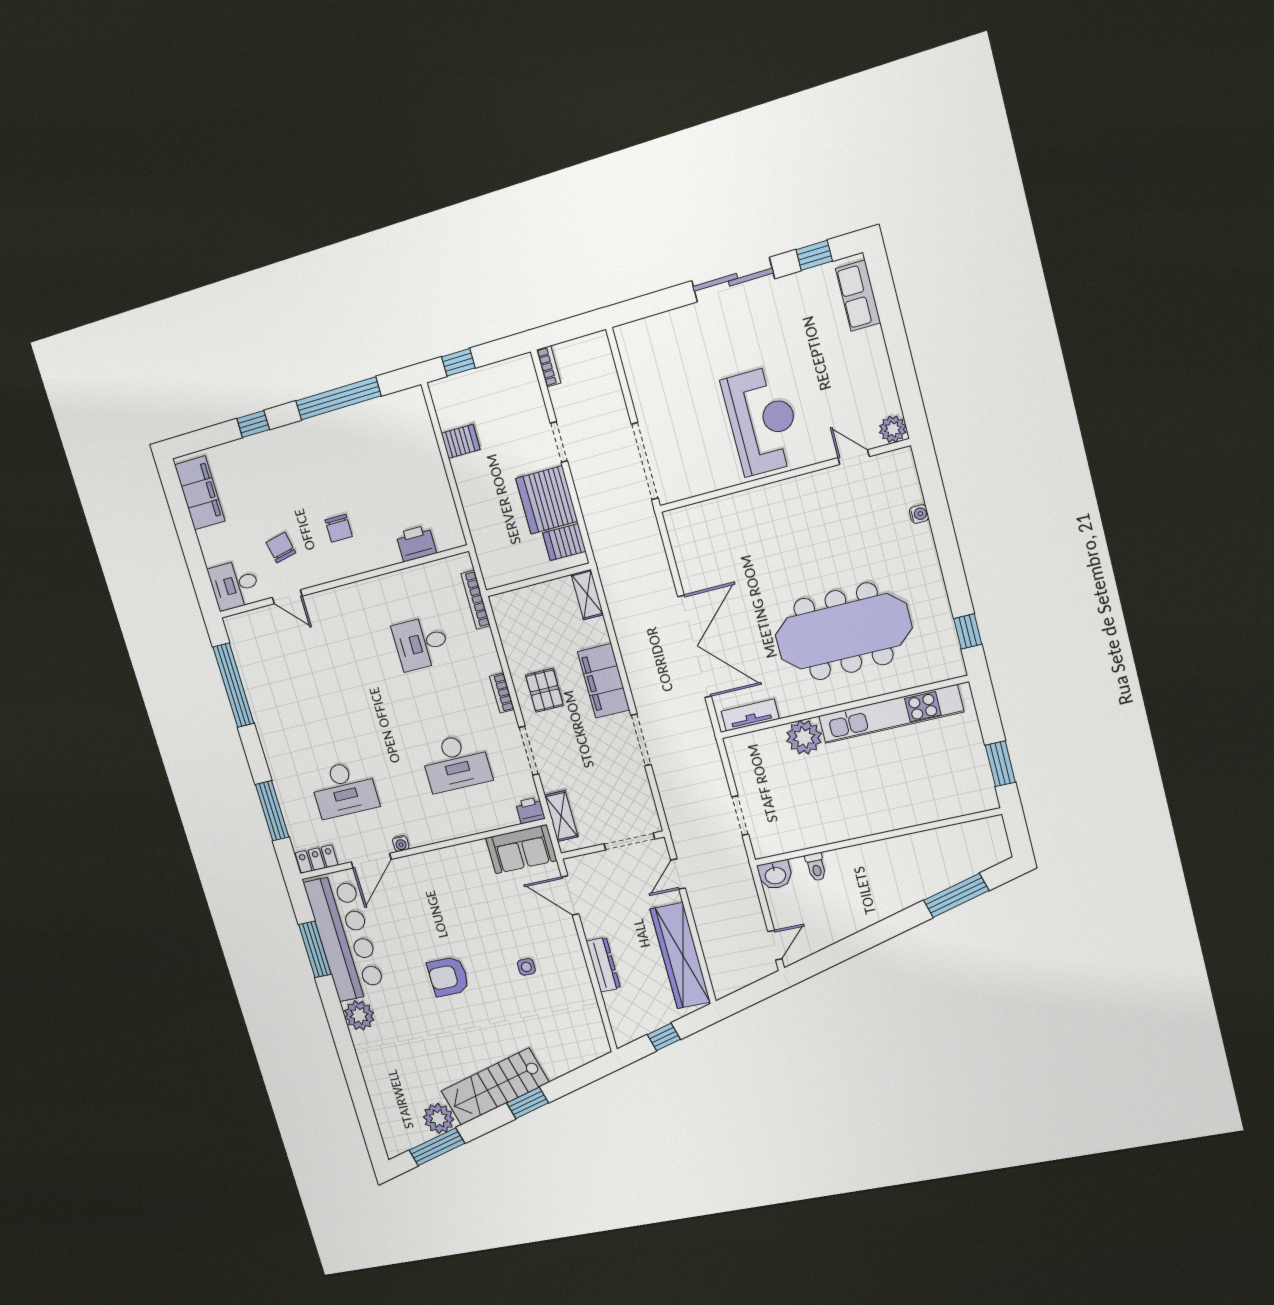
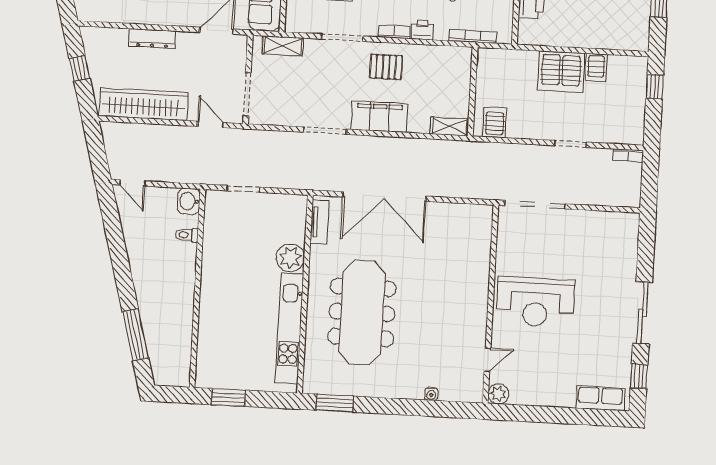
server rack: (547, 500) -> (561, 72), moved, turned 180
window: (968, 631) -> (335, 403), width x1.50
printer: (530, 810) -> (422, 30), moved, turned -90

